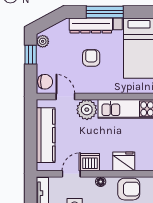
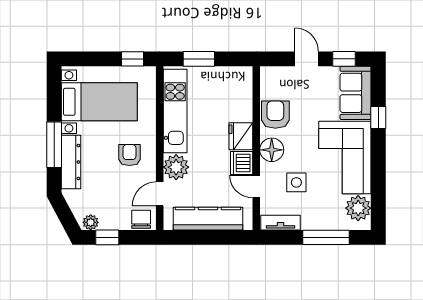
armchair: (91, 58) -> (129, 155), moved, turned 90
fridge: (124, 161) -> (241, 136), moved
floor lamp: (101, 182) -> (272, 150), width x1.89, depth x1.89

